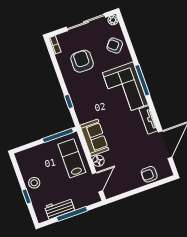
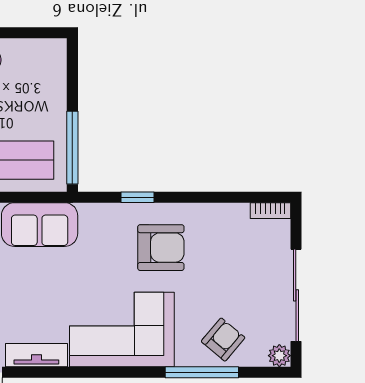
armchair: (82, 61) -> (161, 248), moved
window: (142, 80) -> (202, 372), moved

